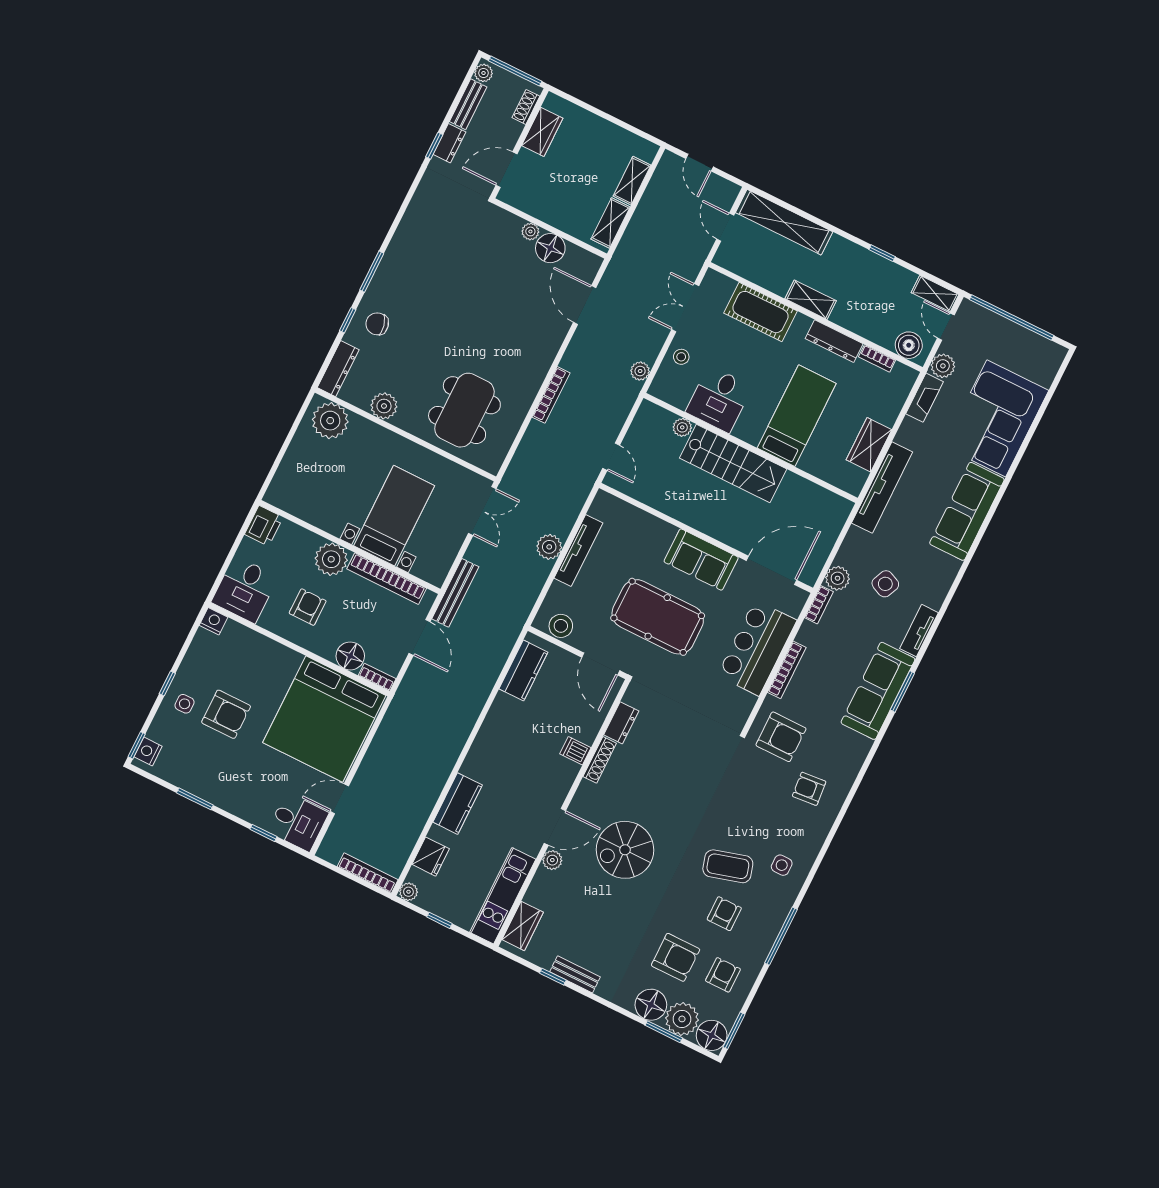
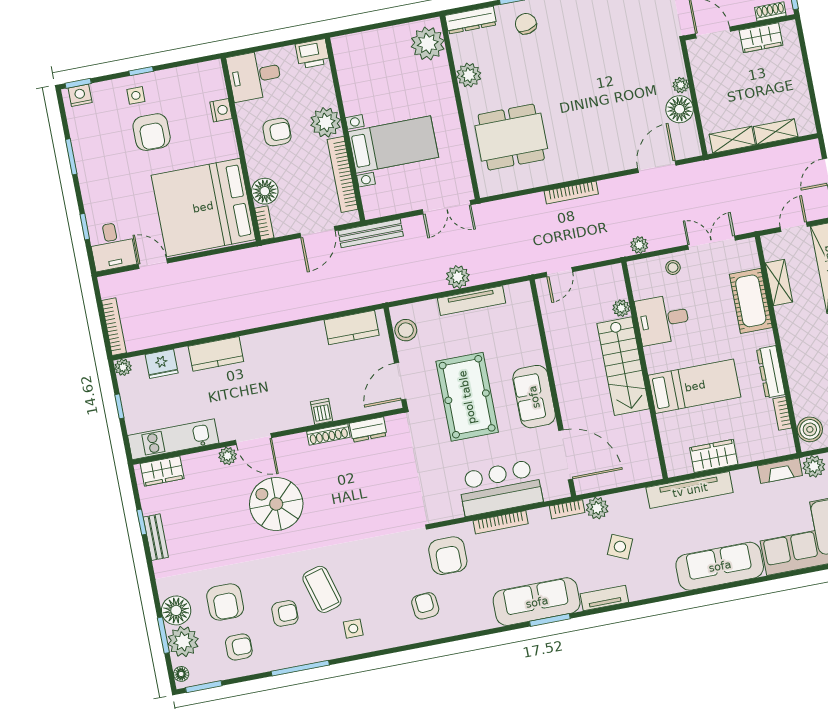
shelving: (811, 300) -> (779, 282), moved
nightstand: (214, 621) -> (221, 110), moved
floor lamp: (712, 1035) -> (181, 674), width x0.53, depth x0.53

